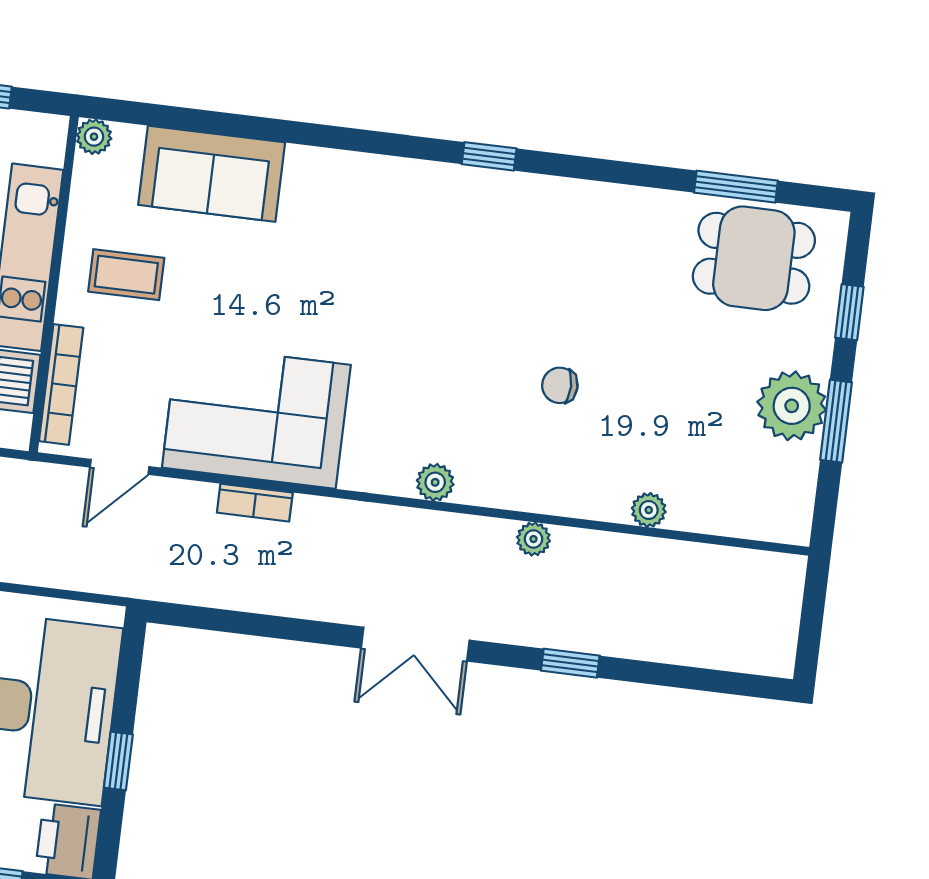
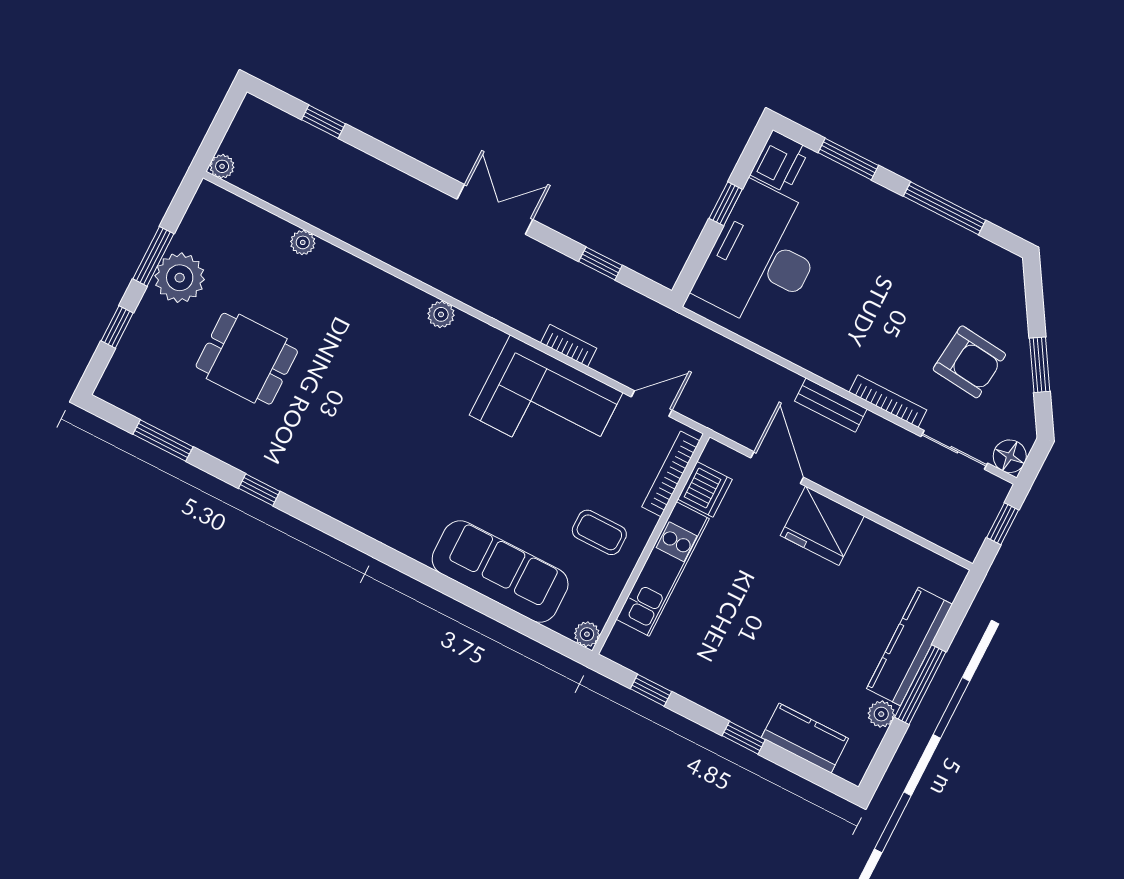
window: (489, 156) -> (259, 490), moved
sofa: (212, 174) -> (500, 572), width x1.36
dining table: (754, 258) -> (247, 359), moved
chair: (560, 385) -> (332, 349), removed
plant: (533, 539) -> (222, 166), moved
window: (253, 624) -> (600, 263), added
window: (570, 663) -> (323, 122), moved

